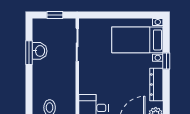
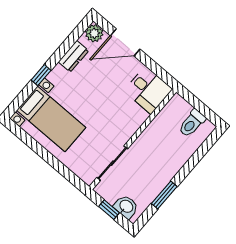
washbasin: (40, 51) -> (126, 207), moved, turned 90
dresser: (156, 85) -> (73, 56), width x0.70

